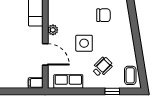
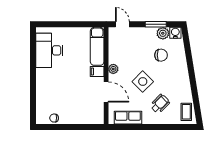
side table: (84, 43) -> (143, 82), turned 45
filing cabinet: (36, 83) -> (97, 71), moved
window: (112, 91) -> (169, 127), removed

